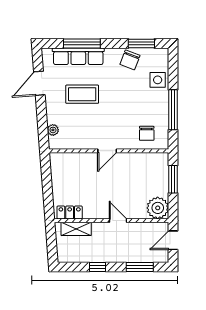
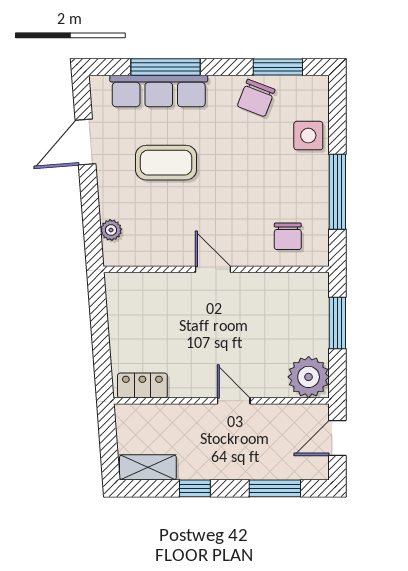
door: (107, 151) -> (213, 269), swing flipped
shelving: (76, 229) -> (148, 467), moved

